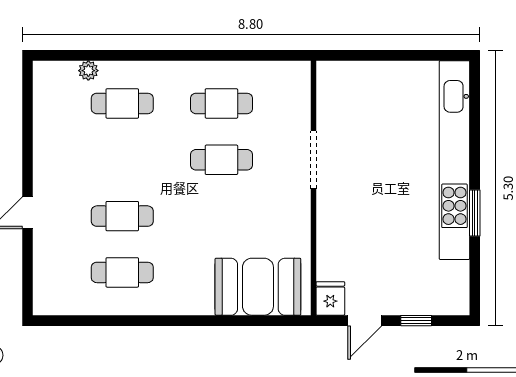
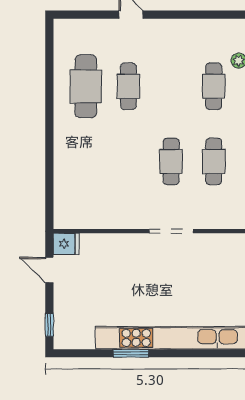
cafe table: (122, 272) -> (86, 86), width x1.37, depth x1.35
booth: (258, 287) -> (75, 189), removed
window: (416, 321) -> (49, 325), moved

